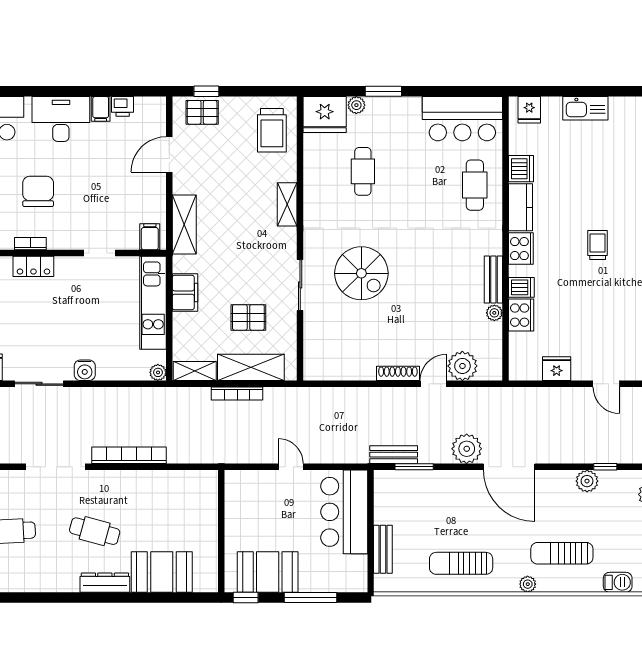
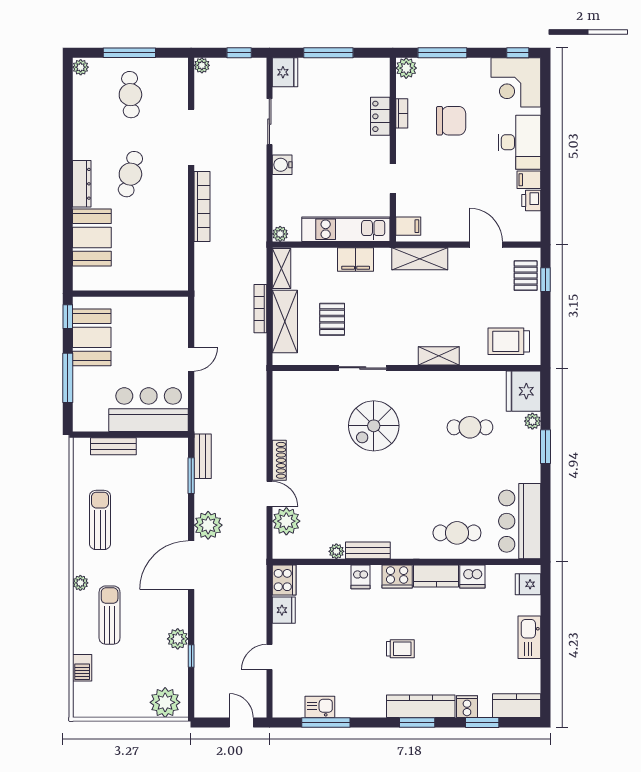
cooker: (521, 315) -> (284, 580), moved, turned -90

